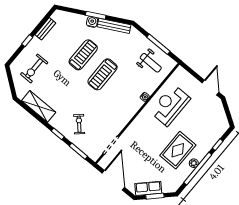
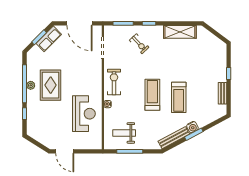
exercise bike: (34, 68) -> (114, 82), moved

